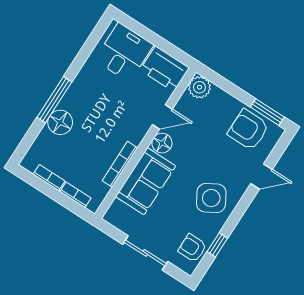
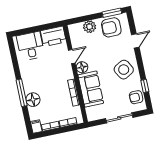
plant: (199, 87) -> (90, 27), moved
filing cabinet: (31, 160) -> (36, 126), added

